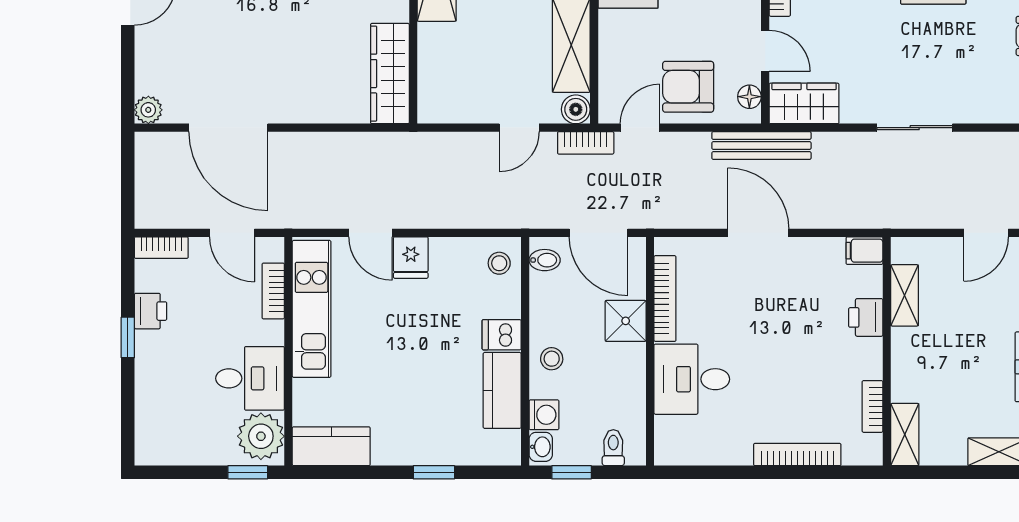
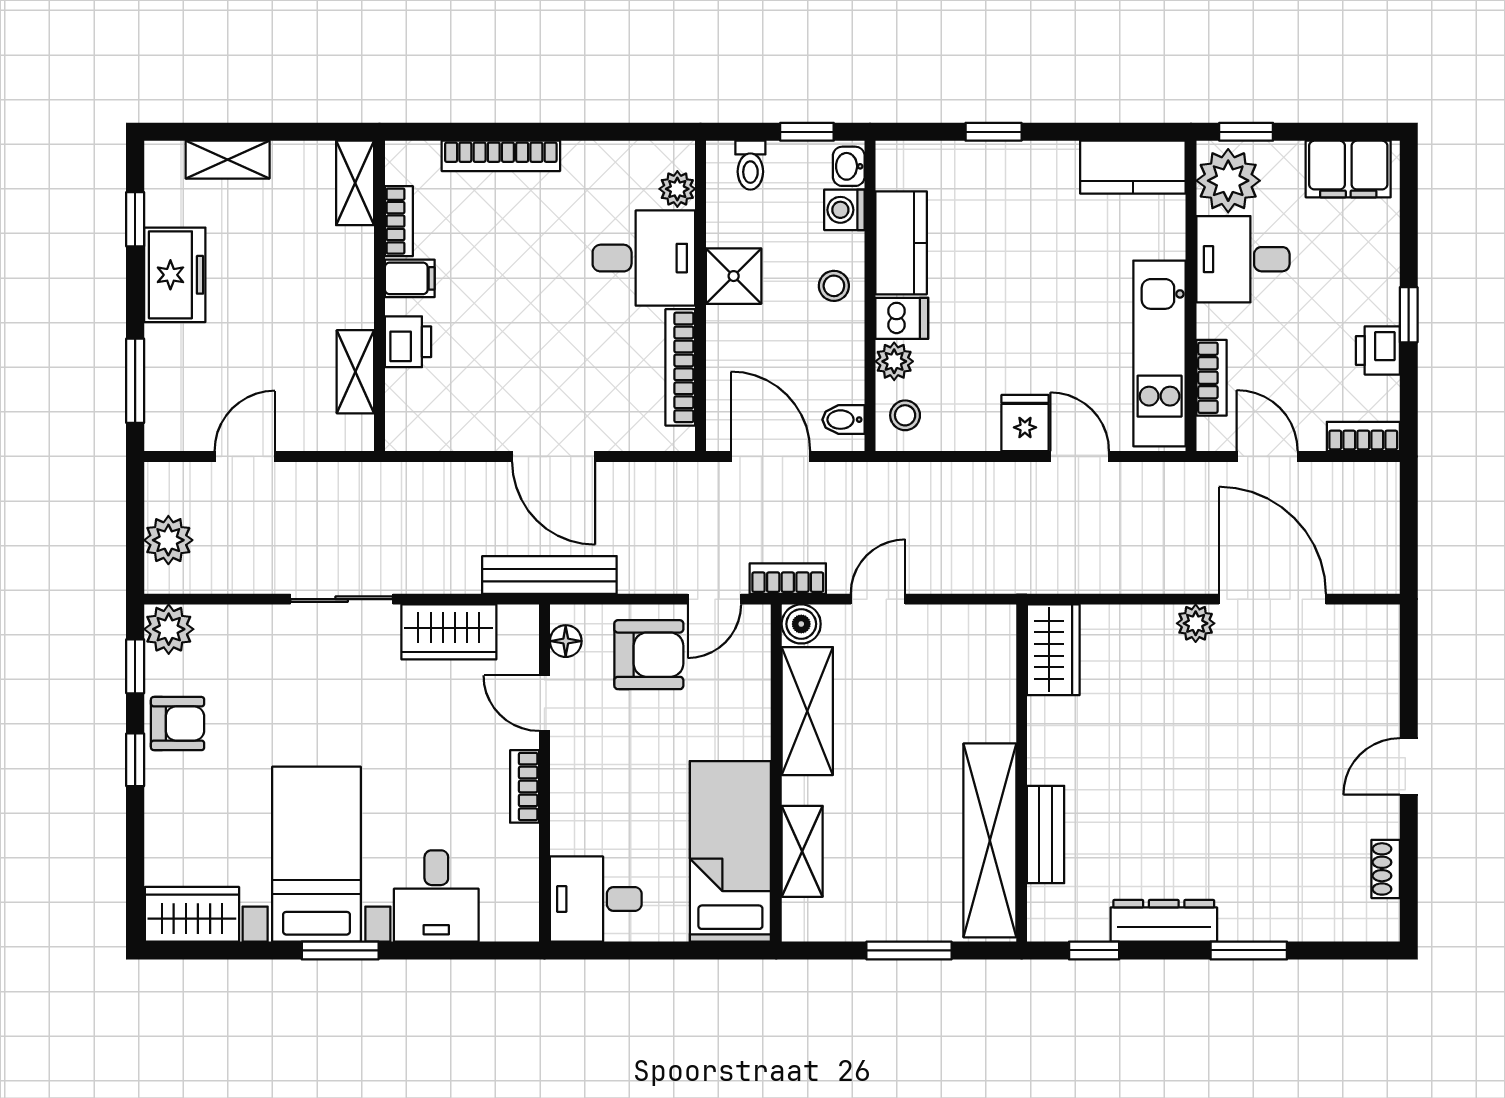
wardrobe: (390, 74) -> (1053, 650), width x0.67
wardrobe: (804, 103) -> (449, 632), moved
plant: (148, 110) -> (1196, 623), moved
filing cabinet: (864, 251) -> (410, 278), moved
plant: (507, 303) -> (894, 361), added
shower: (626, 321) -> (734, 276), moved
plant: (667, 430) -> (677, 189), added
filing cabinet: (172, 445) -> (1348, 169), added

